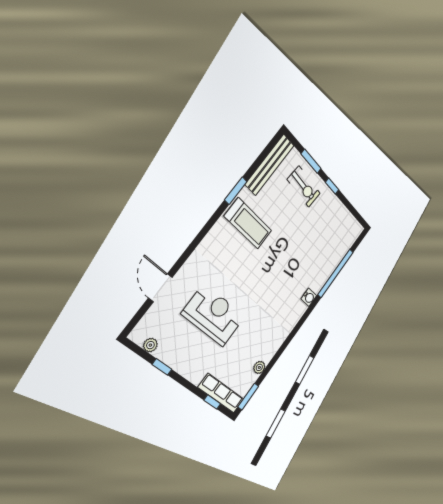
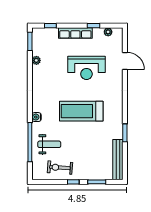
exercise bike: (304, 187) -> (60, 168), moved
treadmill: (248, 223) -> (81, 111), moved, width x1.37, depth x1.38
weight bench: (321, 254) -> (49, 144), added
row of seats: (221, 393) -> (75, 33), moved

